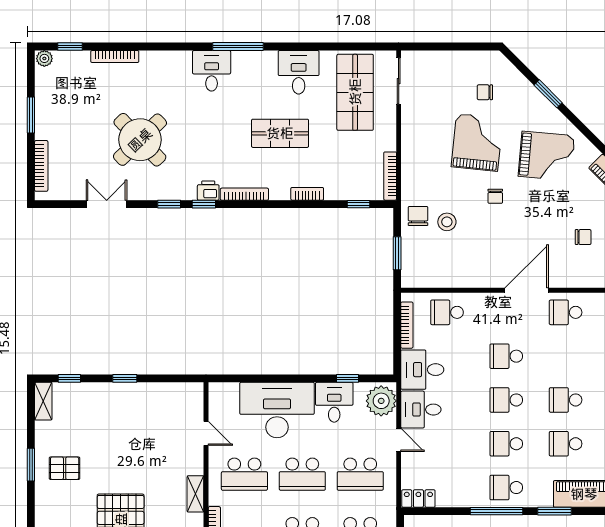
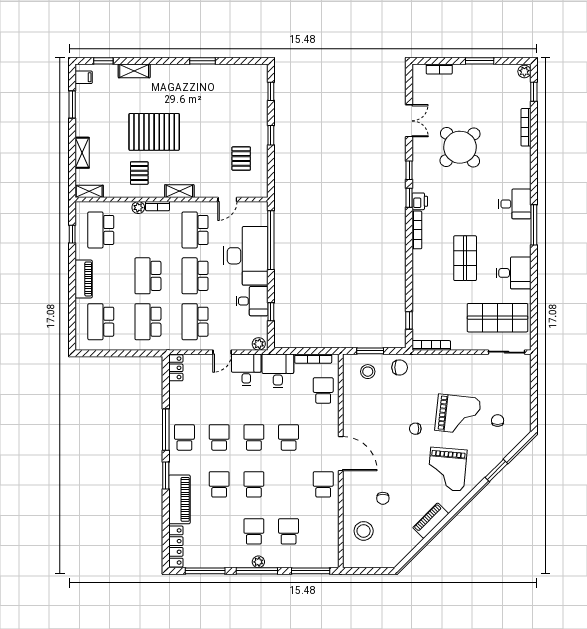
bookcase: (41, 166) -> (439, 69), width x0.64
bookcase: (307, 194) -> (417, 280), removed
stool: (447, 222) -> (368, 372), moved
window: (257, 378) -> (271, 240), added
shelving: (43, 401) -> (253, 71), removed
plant: (381, 401) -> (259, 344), width x0.53, depth x0.53
pallet: (65, 468) -> (241, 159), moved

